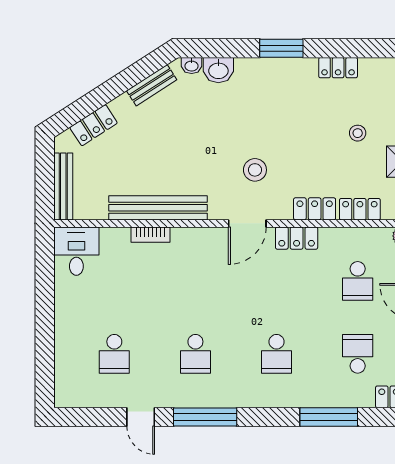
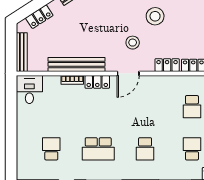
stool: (358, 133) -> (155, 16), moved, width x1.89, depth x1.89
locker: (297, 238) -> (97, 82), moved
school desk: (114, 354) -> (51, 149), turned 180
school desk: (195, 354) -> (98, 149), width x1.85

